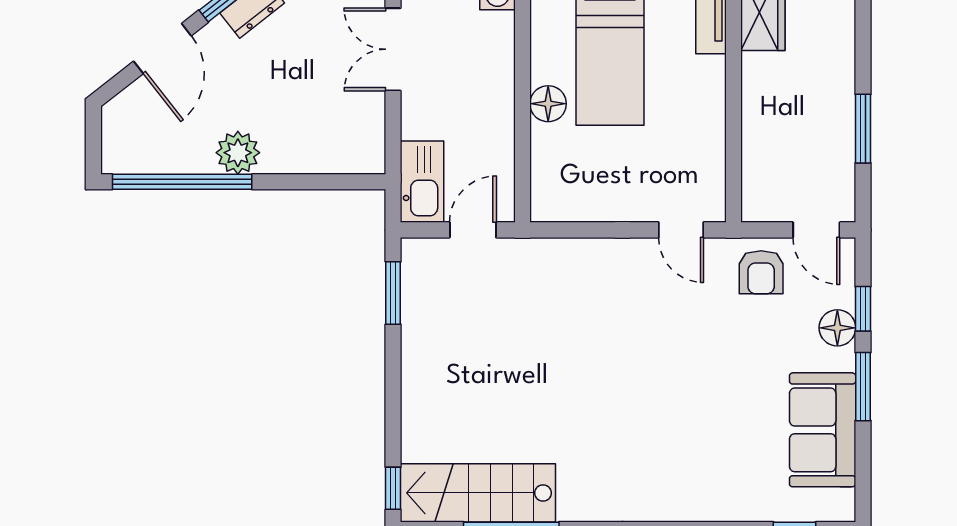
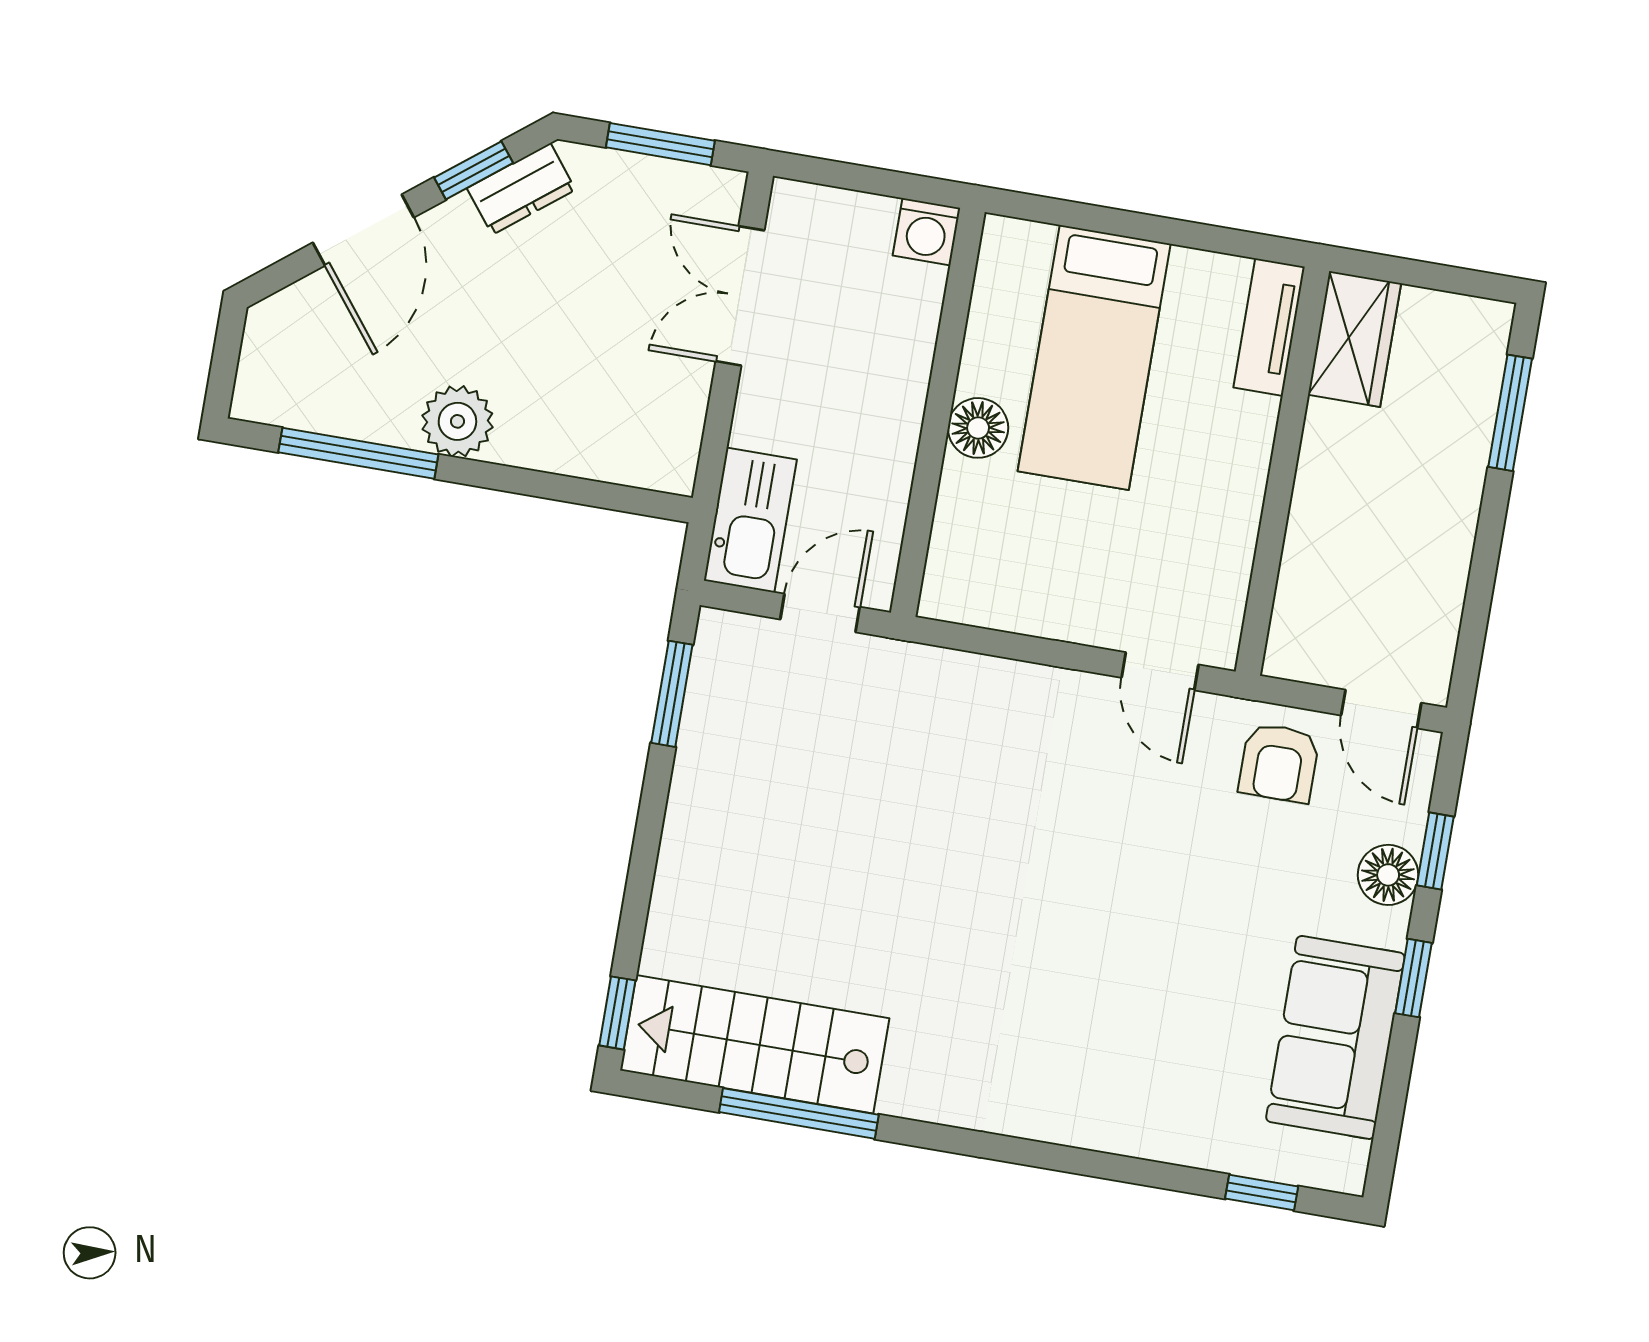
window: (863, 129) -> (1510, 413), moved
window: (182, 182) -> (358, 453), width x0.68
window: (863, 387) -> (1413, 978), width x0.67

